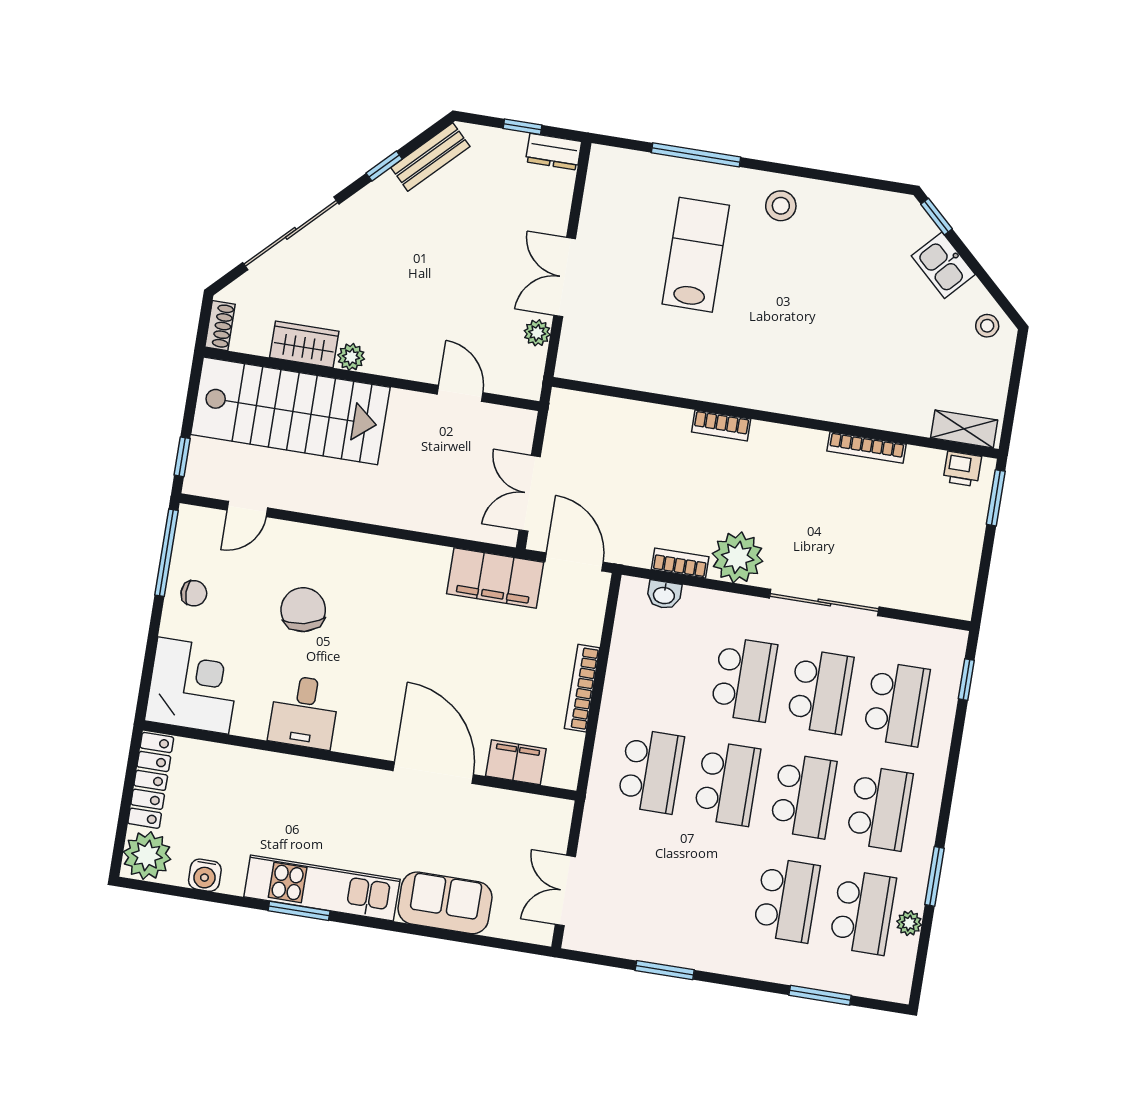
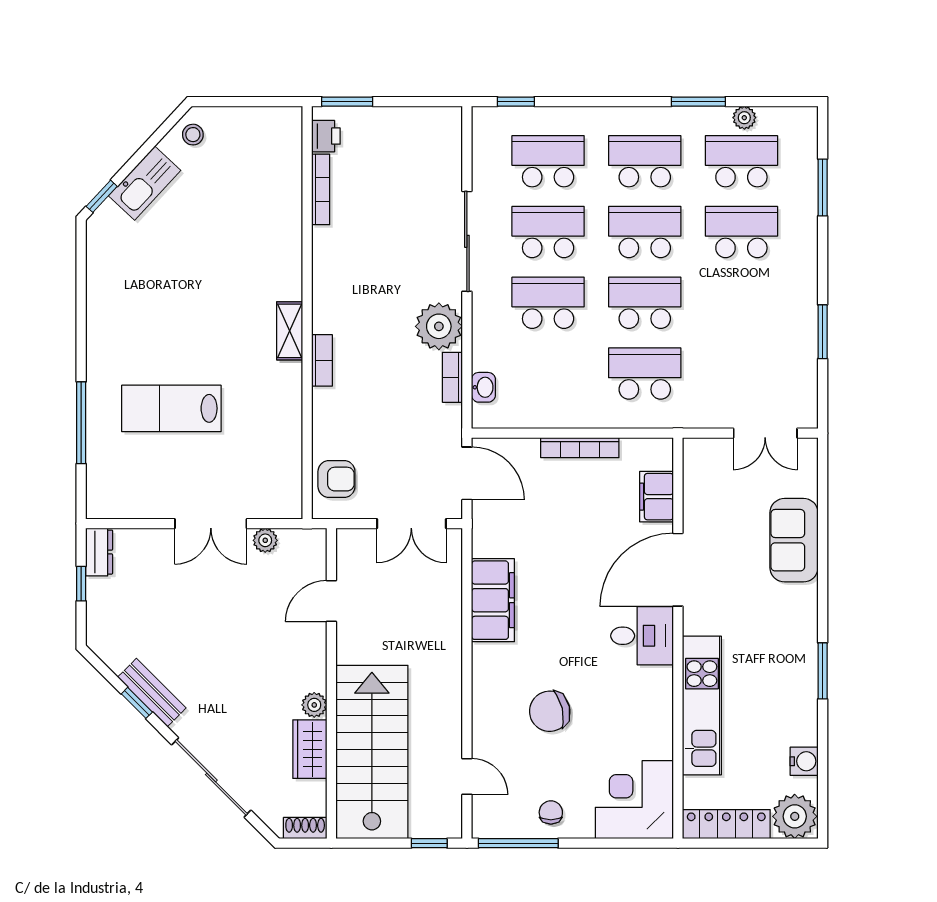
bench: (430, 157) -> (152, 693), moved
stool: (781, 206) -> (115, 339), removed
kitchen sink: (943, 265) -> (145, 183), width x1.38
armchair: (591, 420) -> (336, 479), added
shelving: (964, 429) -> (290, 331), moved
bookcase: (867, 448) -> (321, 189), moved
door: (574, 562) -> (467, 473), swing flipped
filing cabinet: (495, 578) -> (493, 600), moved
desk: (304, 712) -> (642, 636), moved
kitchen unit: (322, 888) -> (702, 705), moved, turned 180

